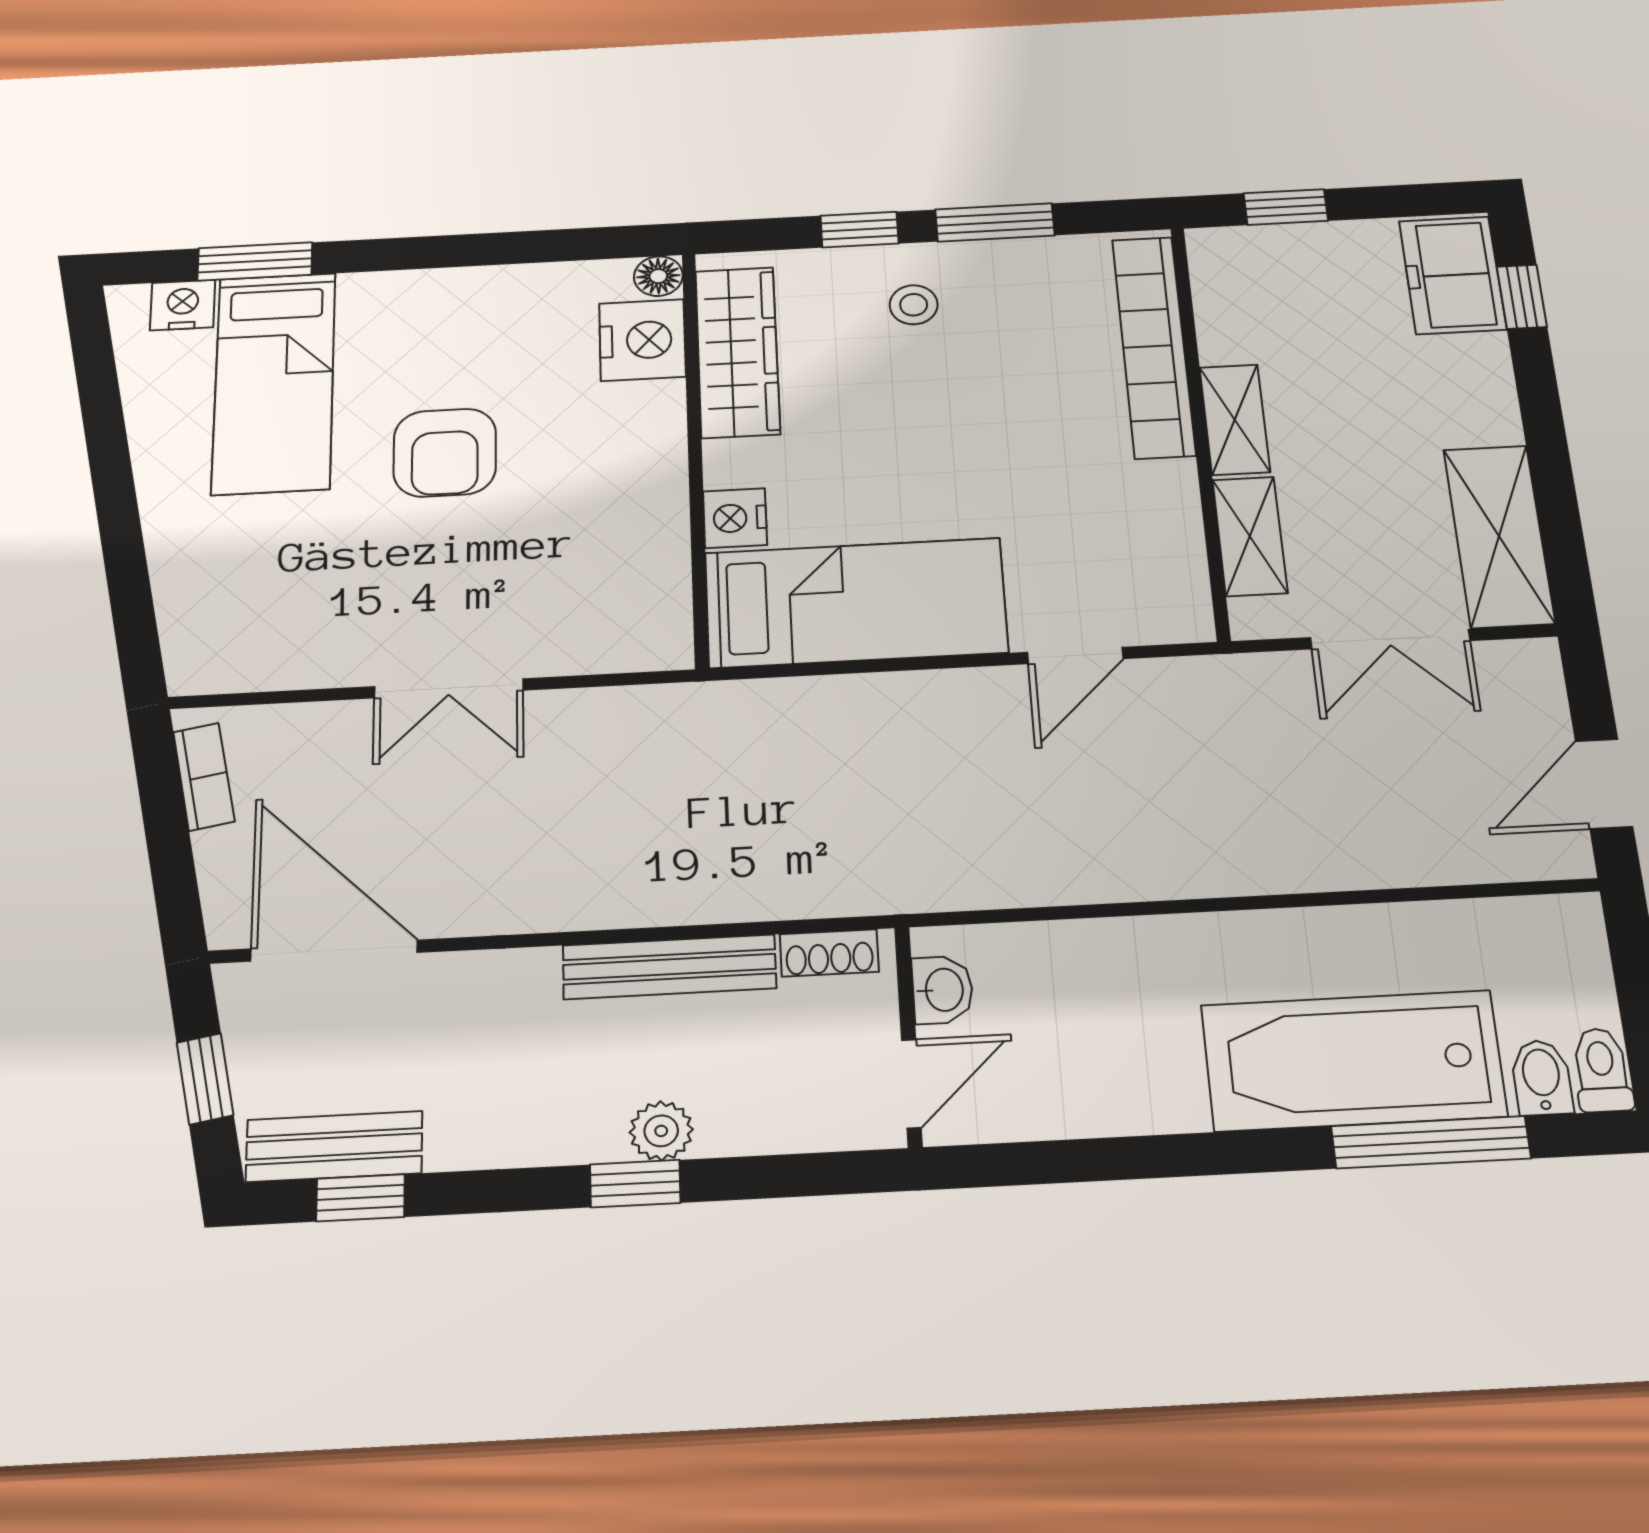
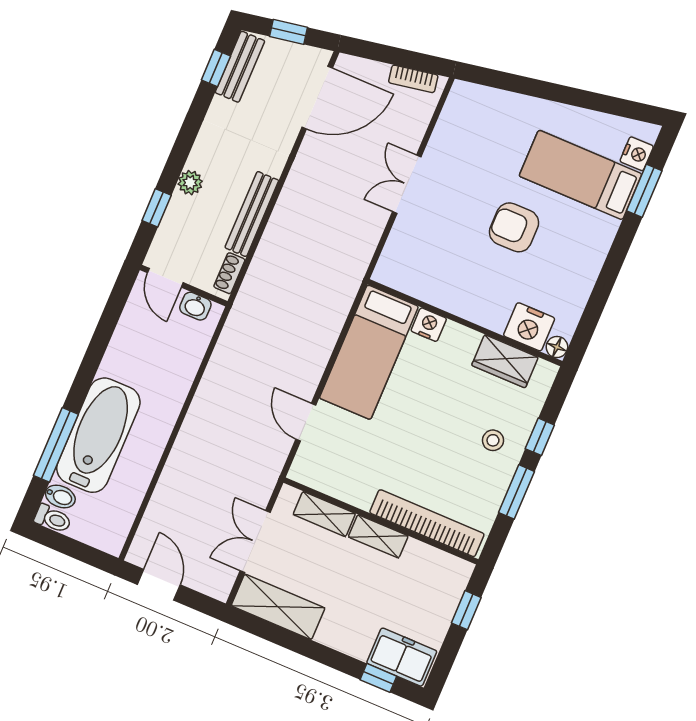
wardrobe: (737, 352) -> (505, 361), width x0.67
window: (635, 1184) -> (157, 208), moved

